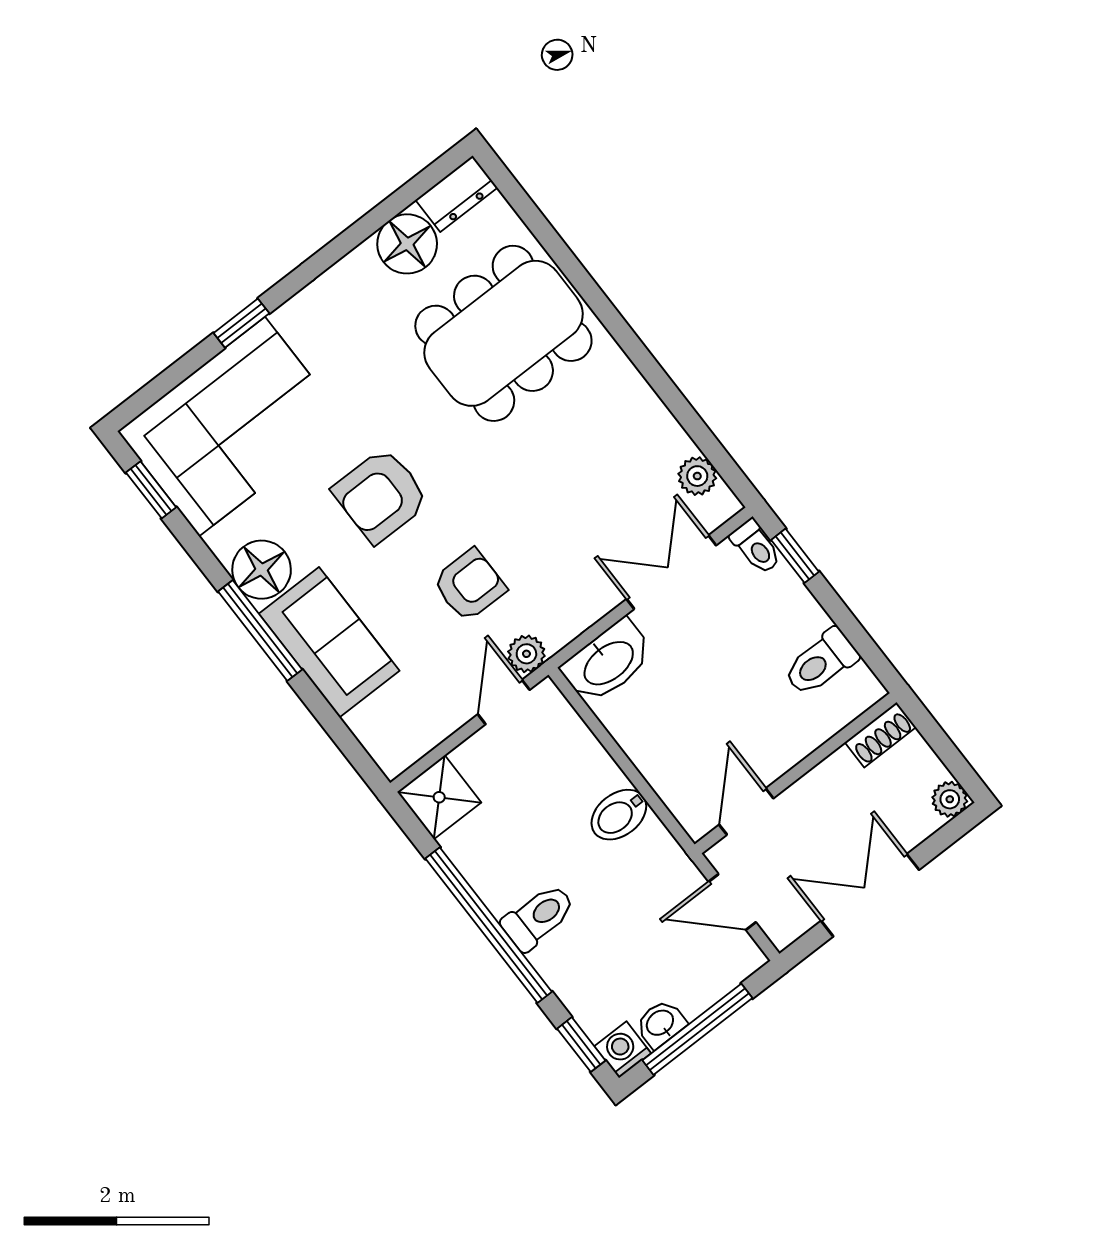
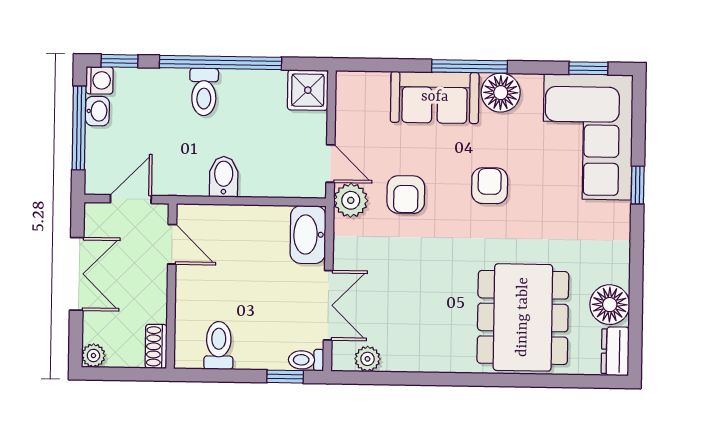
armchair: (381, 495) -> (490, 186), width x0.72, depth x0.72
plant: (526, 654) -> (351, 200), width x1.38, depth x1.38

